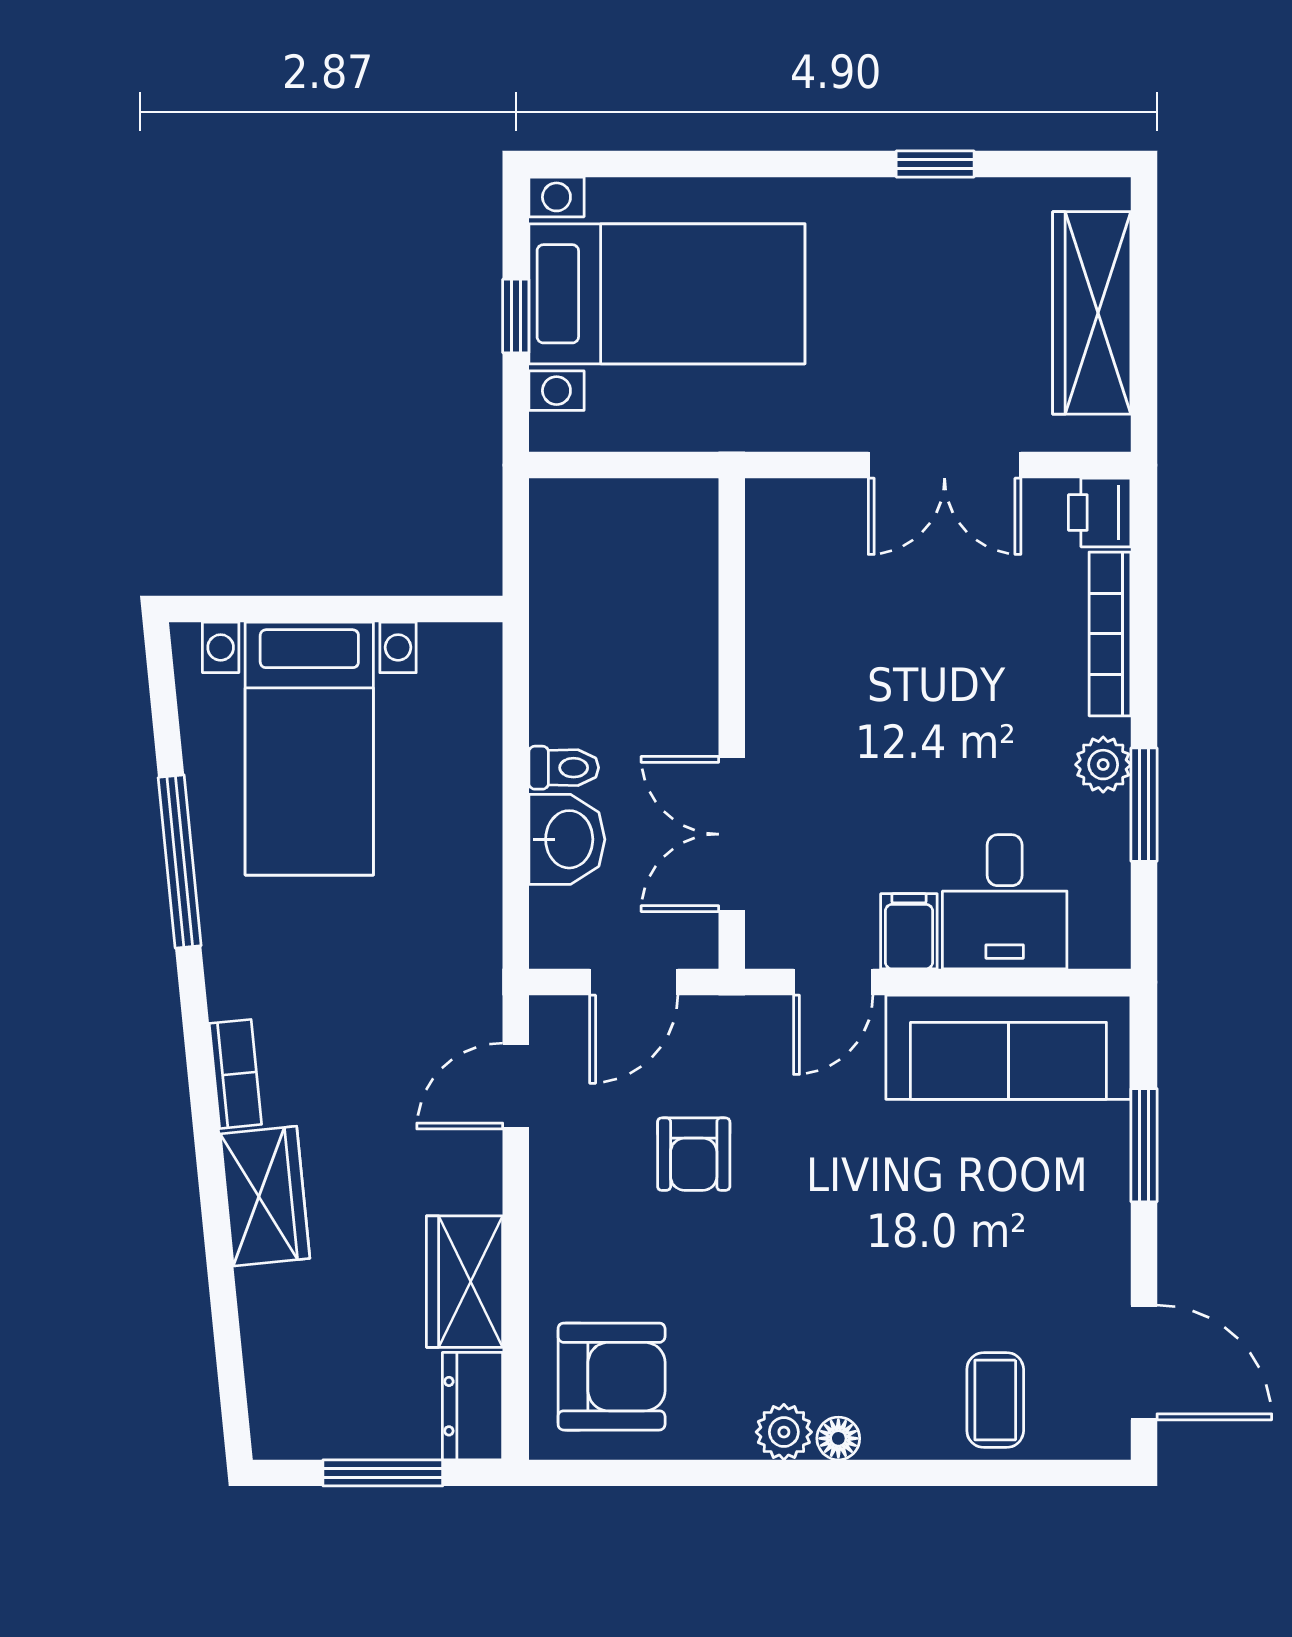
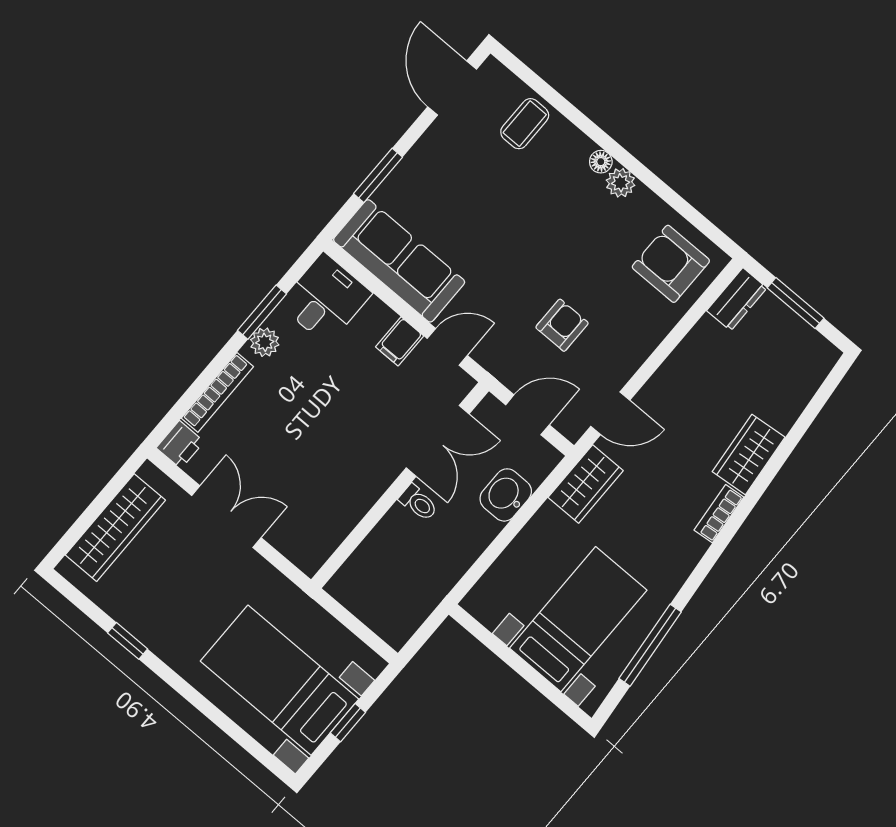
toilet: (564, 768) -> (418, 503), moved, turned 180
window: (180, 862) -> (650, 645), moved
desk: (1005, 902) -> (325, 299), moved
wardrobe: (465, 1282) -> (586, 484), moved

